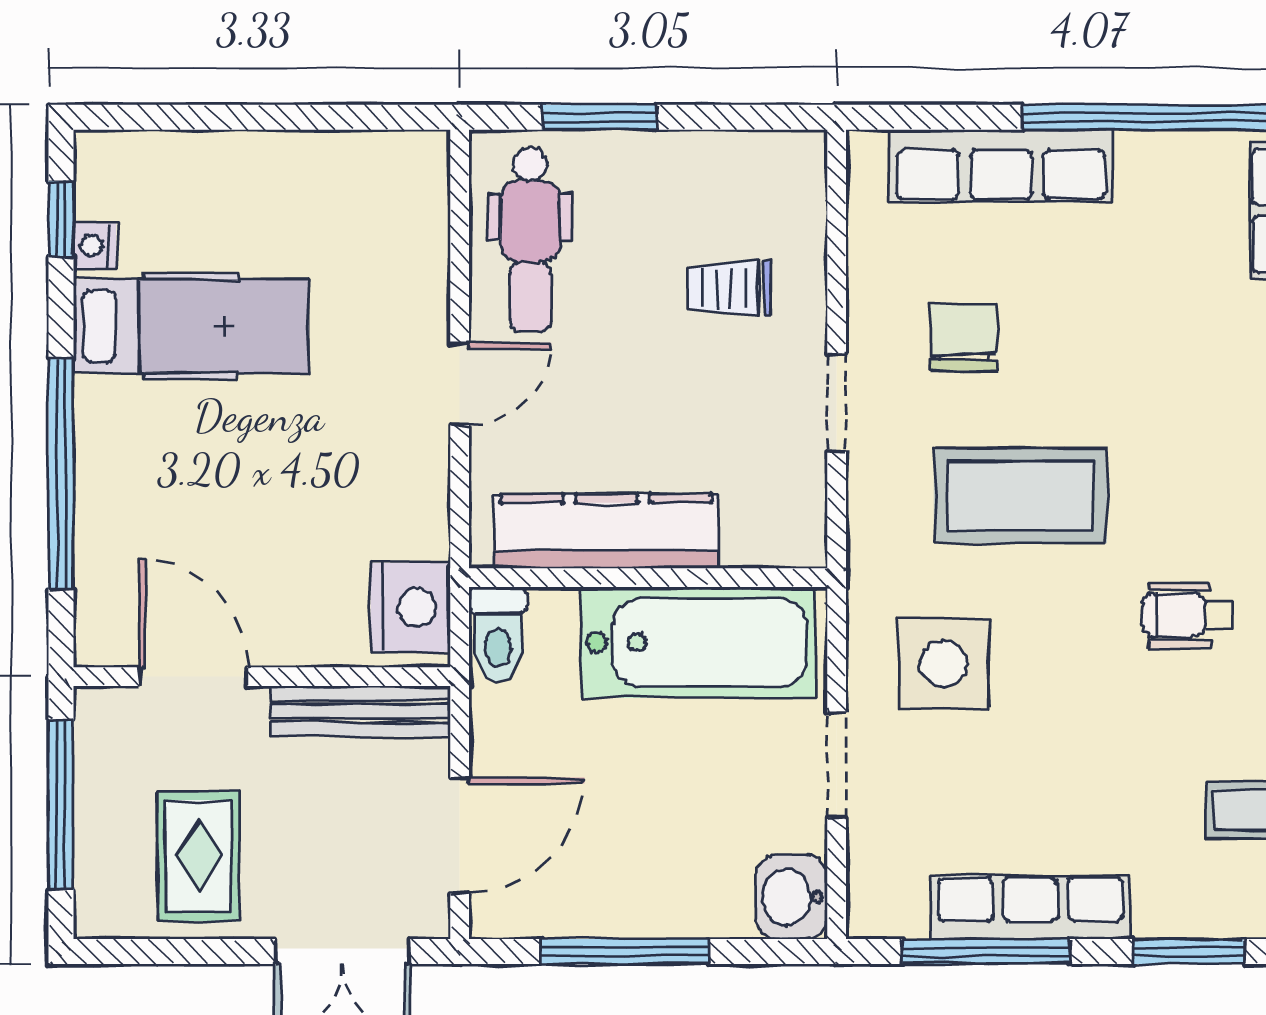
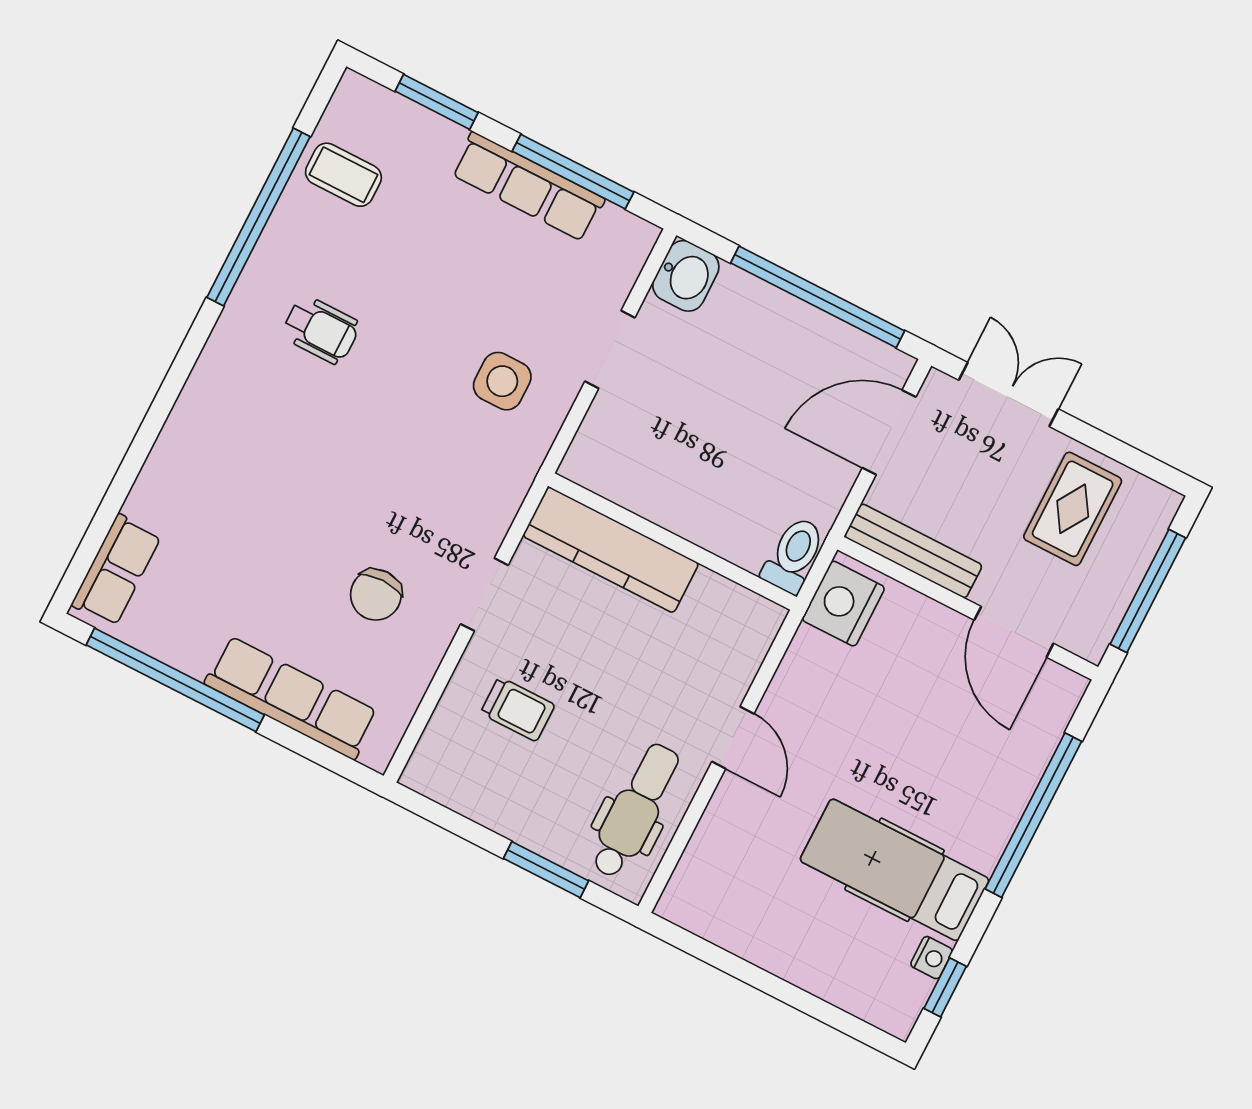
door: (460, 384) -> (733, 738), swing flipped
coffee table: (1020, 495) -> (392, 468), removed
kitchen counter: (606, 531) -> (611, 550), moved
bathtub: (698, 642) -> (661, 480), removed
side table: (944, 664) -> (502, 381), width x0.73, depth x0.73
window: (625, 952) -> (818, 297), width x1.46

